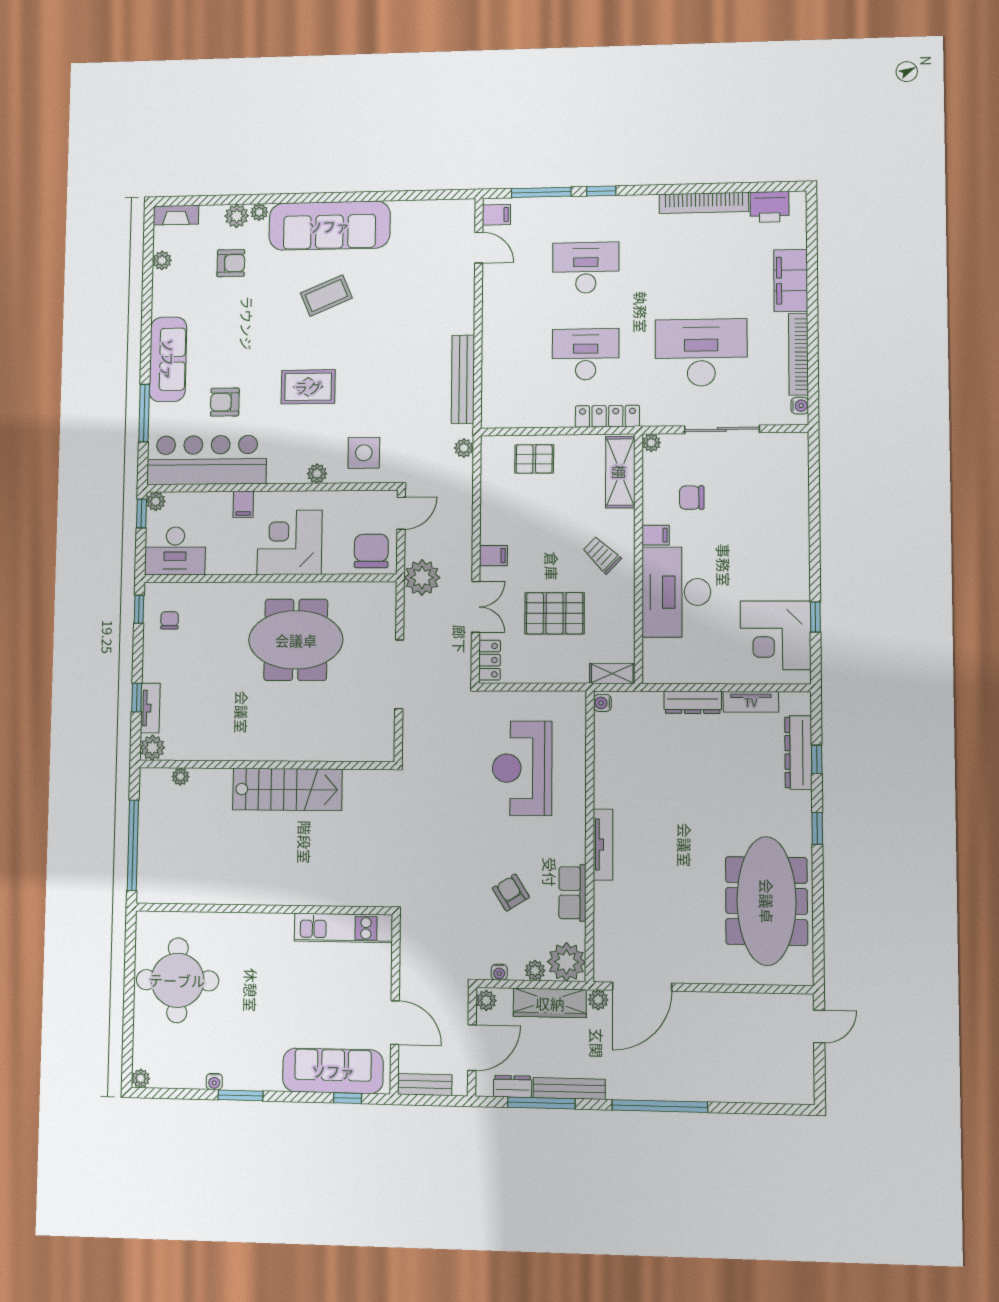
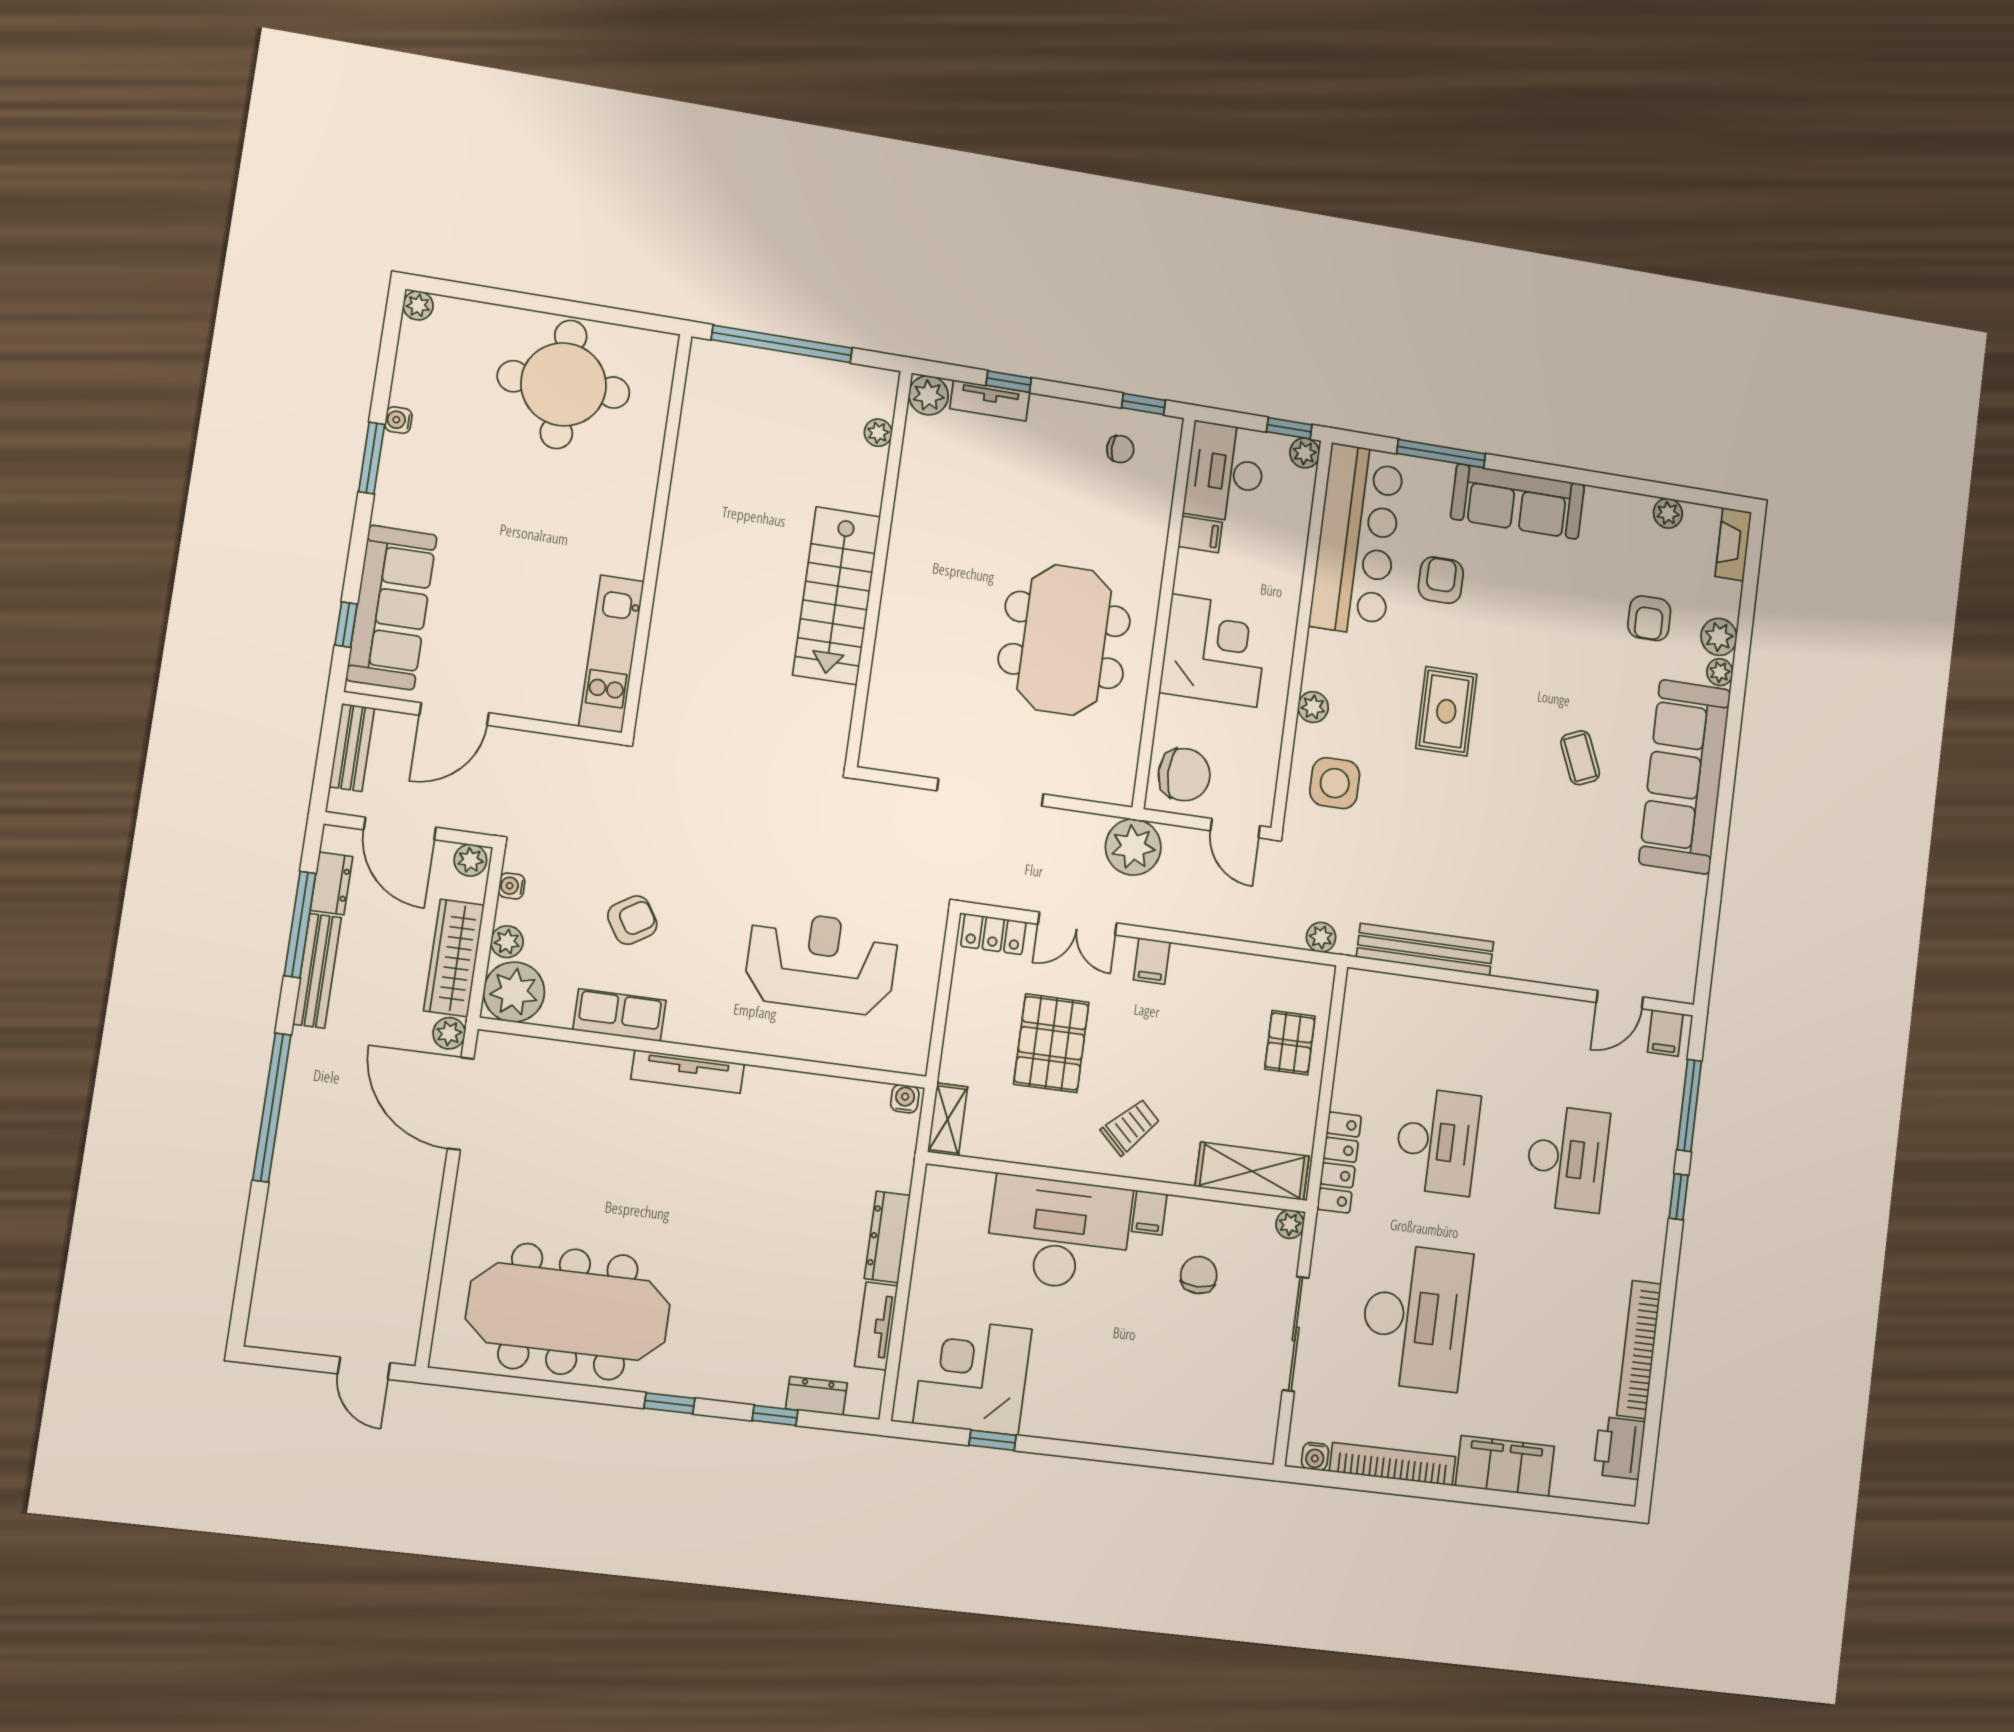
coffee table: (326, 296) -> (1580, 758), width x0.73, depth x0.77
filing cabinet: (243, 504) -> (1200, 534), moved, turned 180
dresser: (798, 752) -> (816, 1396), width x0.51, depth x0.80

